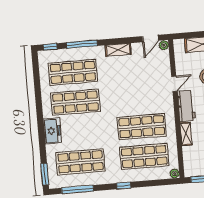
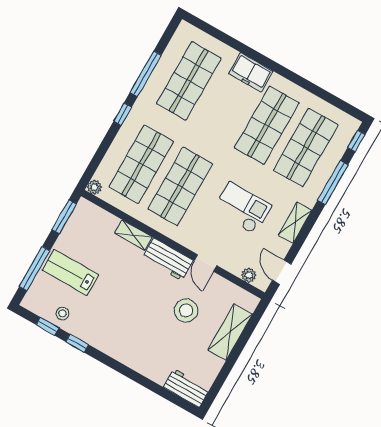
plant: (164, 45) -> (249, 275), moved
checkout: (130, 84) -> (242, 208), added
window: (45, 174) -> (204, 26), removed
window: (78, 189) -> (146, 74), moved

